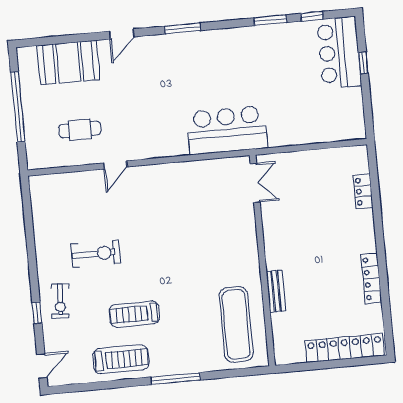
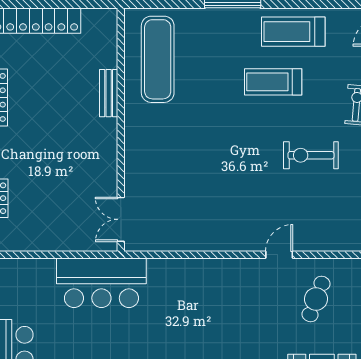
cafe table: (80, 130) -> (316, 299), turned -69
bar counter: (227, 130) -> (101, 283), moved
treadmill: (134, 314) -> (273, 82), turned 180

